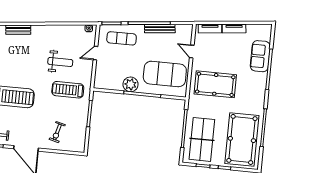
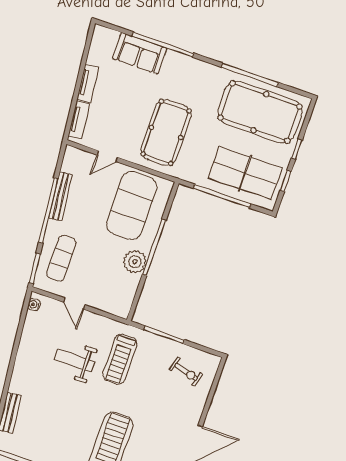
weight bench: (60, 62) -> (75, 361), turned -90
exercise bike: (57, 132) -> (186, 372), moved

